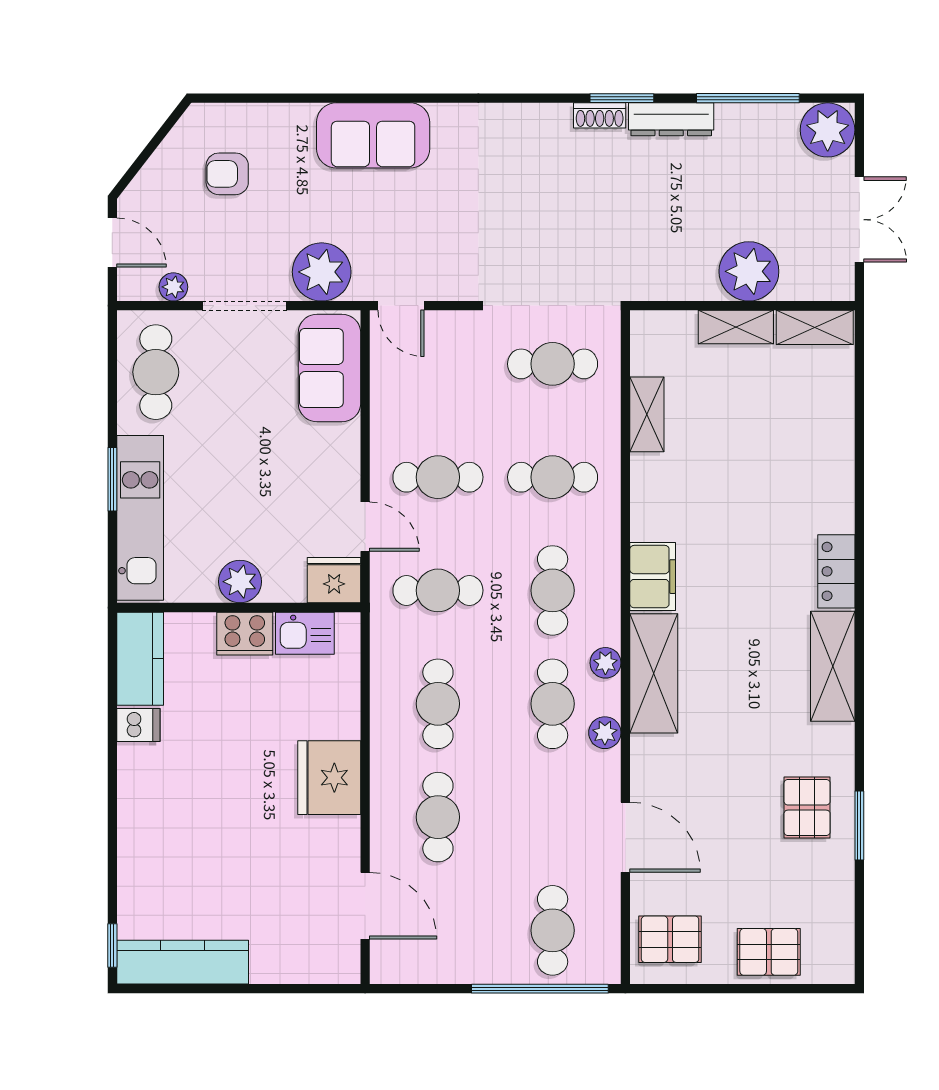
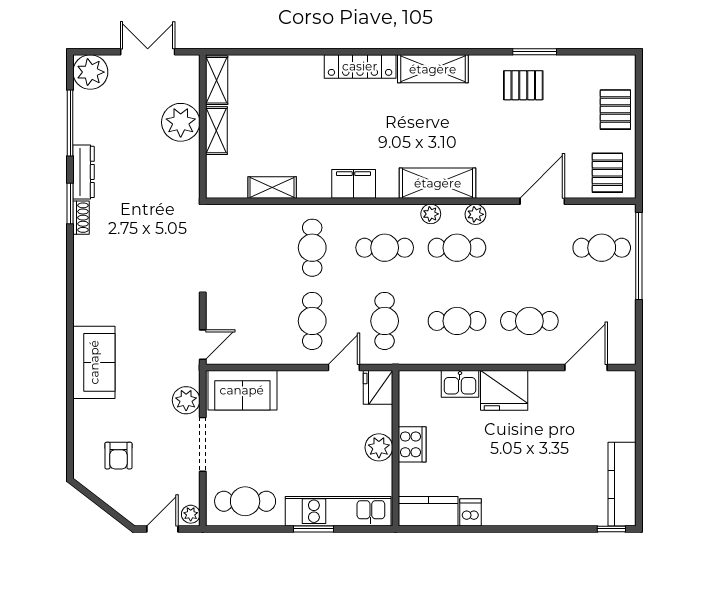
plant: (322, 272) -> (186, 400), width x0.73, depth x0.73
plant: (173, 287) -> (191, 514), moved
cafe table: (553, 364) -> (240, 248), removed
locker: (836, 571) -> (360, 66), width x1.53
filing cabinet: (653, 577) -> (354, 184), moved
kitchen sink: (305, 633) -> (460, 384), moved, turned 90

